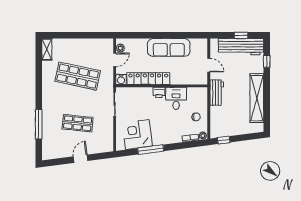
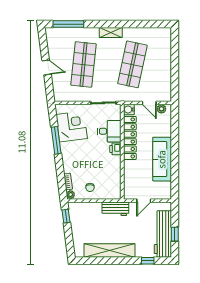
shelving: (47, 49) -> (111, 32), moved
desk: (176, 98) -> (109, 131), moved
shop shelf: (78, 123) -> (83, 64), width x1.43, depth x1.36
window: (39, 124) -> (68, 24), moved

